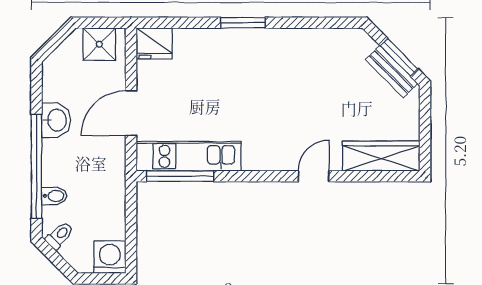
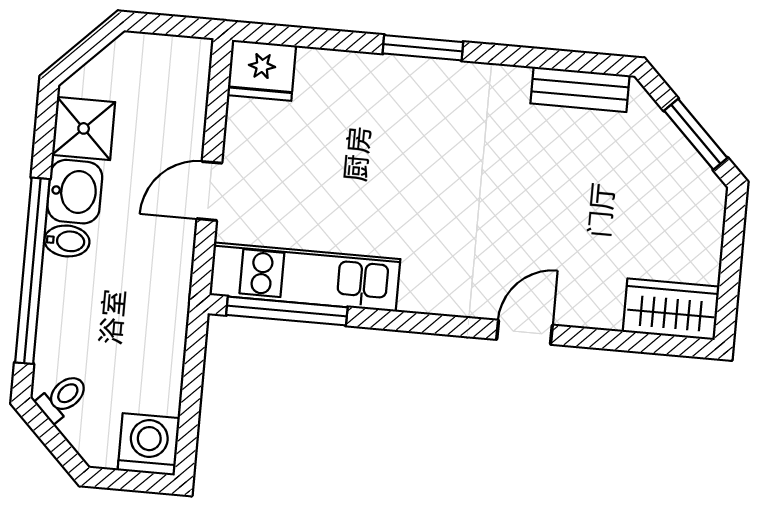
shower: (99, 44) -> (84, 128), moved
bench: (392, 71) -> (580, 89), moved, turned -45
door: (131, 113) -> (209, 191), width x0.73
wardrobe: (381, 156) -> (671, 309), width x0.67
bidet: (54, 196) -> (67, 241), moved

